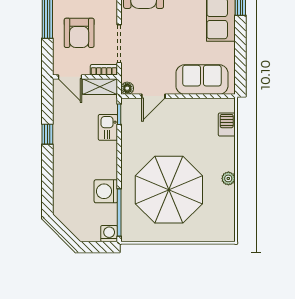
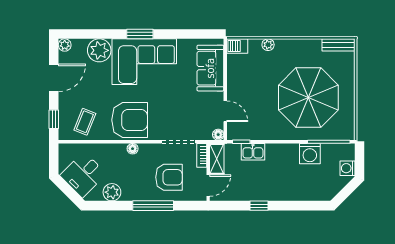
barbecue: (227, 125) -> (237, 46), moved
plant: (228, 178) -> (268, 45), moved
bench: (228, 224) -> (338, 45), added
washing machine: (109, 234) -> (347, 168), moved

